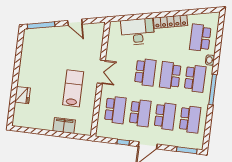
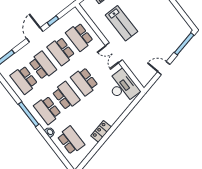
locker: (170, 22) -> (101, 131), width x0.66
desk: (138, 32) -> (123, 87), moved, turned -78
school desk: (165, 116) -> (42, 65), turned 180

